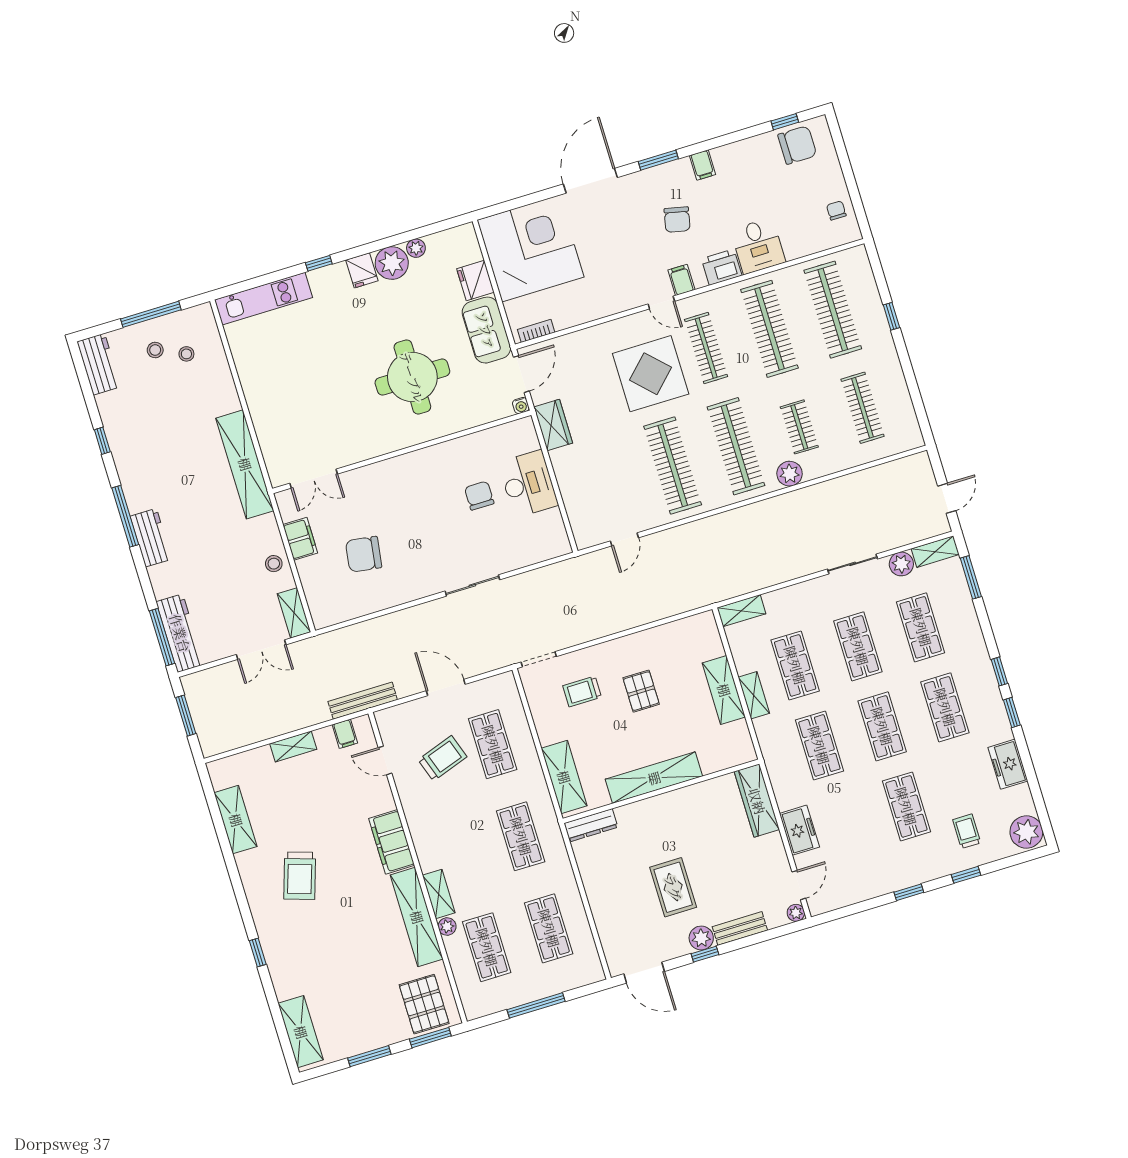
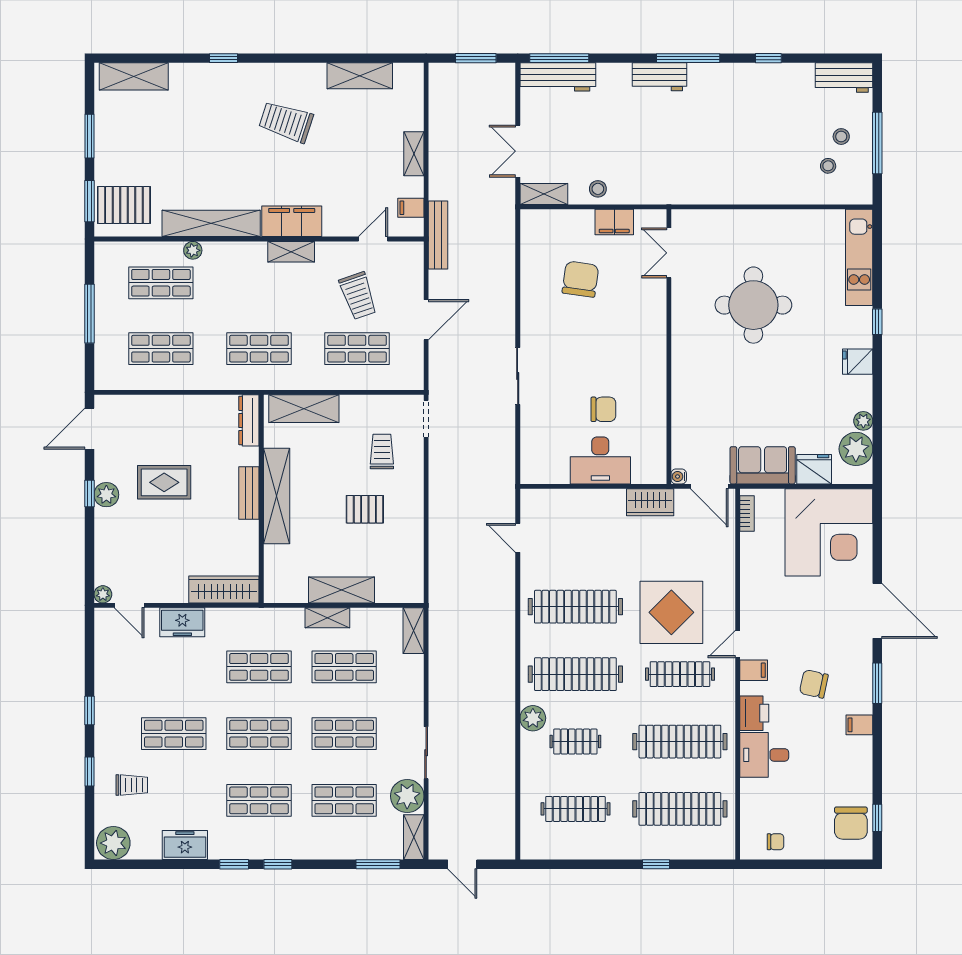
plant: (392, 263) -> (856, 449), moved
round table: (412, 377) -> (753, 305), moved
shelving: (245, 464) -> (703, 190), removed
plant: (901, 564) -> (407, 796), width x1.36, depth x1.36
shelving: (439, 894) -> (291, 252), moved
bench: (740, 928) -> (249, 493), moved

